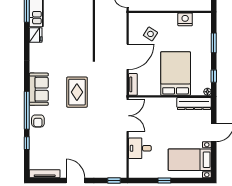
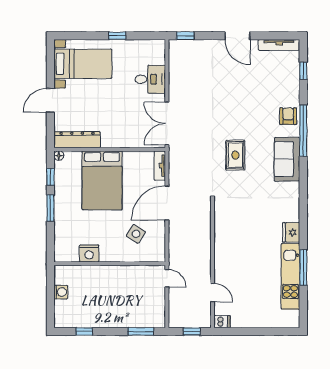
window: (214, 43) -> (50, 208), moved
rug: (77, 92) -> (235, 155), width x0.73, depth x0.70
window: (27, 143) -> (303, 71), moved

